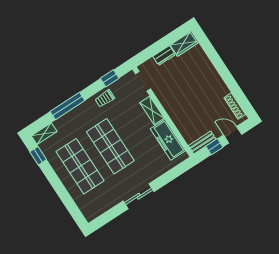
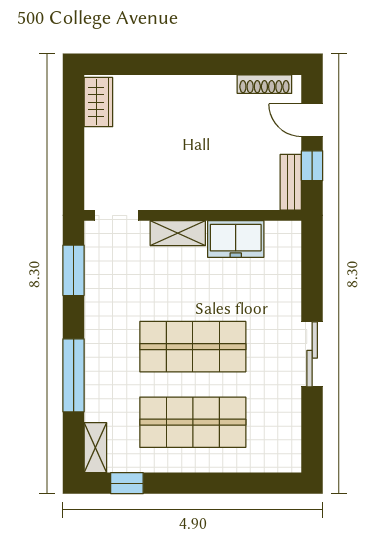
dresser: (164, 55) -> (96, 150), removed
window: (110, 78) -> (74, 270), width x1.50
trolley: (105, 98) -> (103, 302), removed
door: (233, 135) -> (312, 120), hinge flipped
freezer: (168, 140) -> (236, 239), width x0.71

